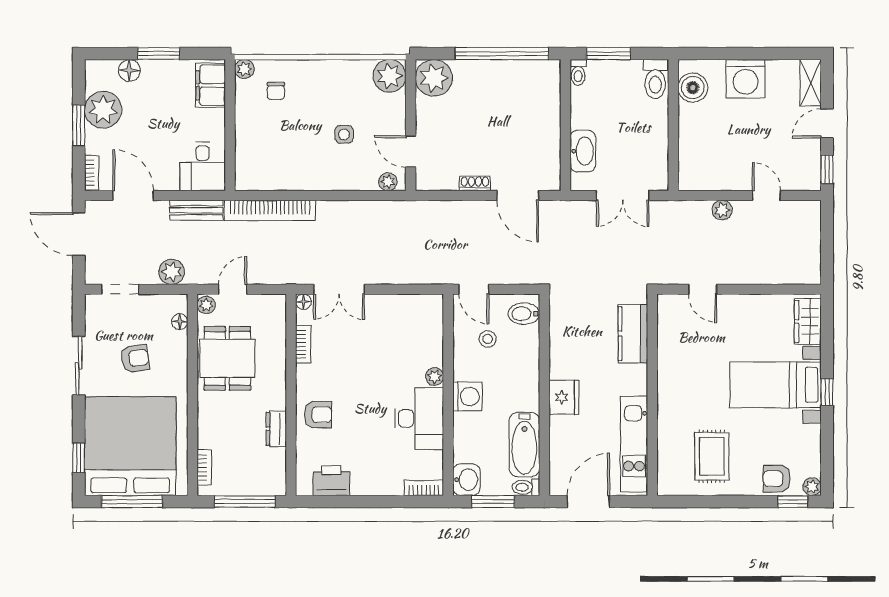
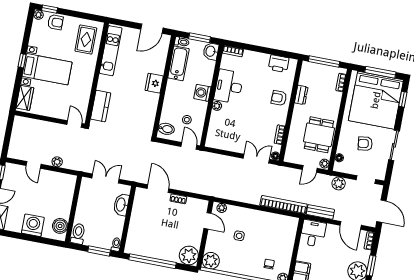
kitchen counter: (633, 334) -> (101, 106), moved
wall: (652, 395) -> (97, 74), moved
kitchen unit: (634, 444) -> (111, 51), moved

